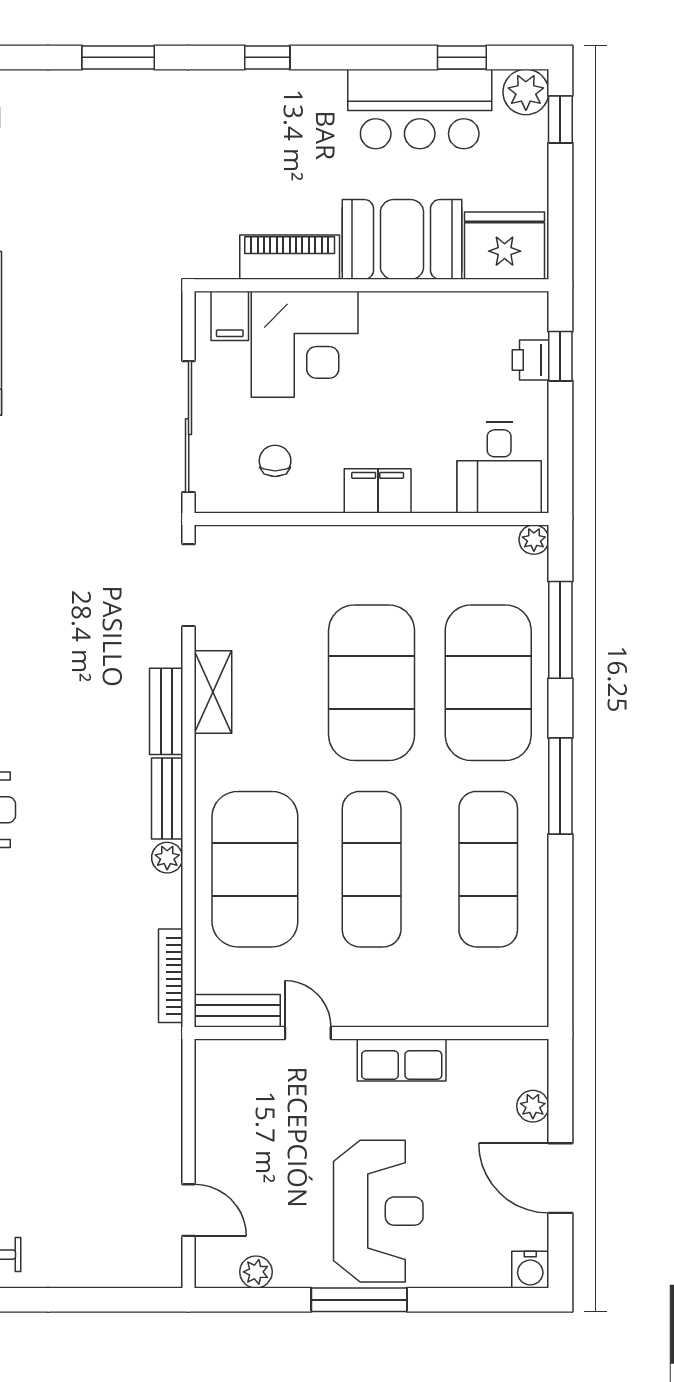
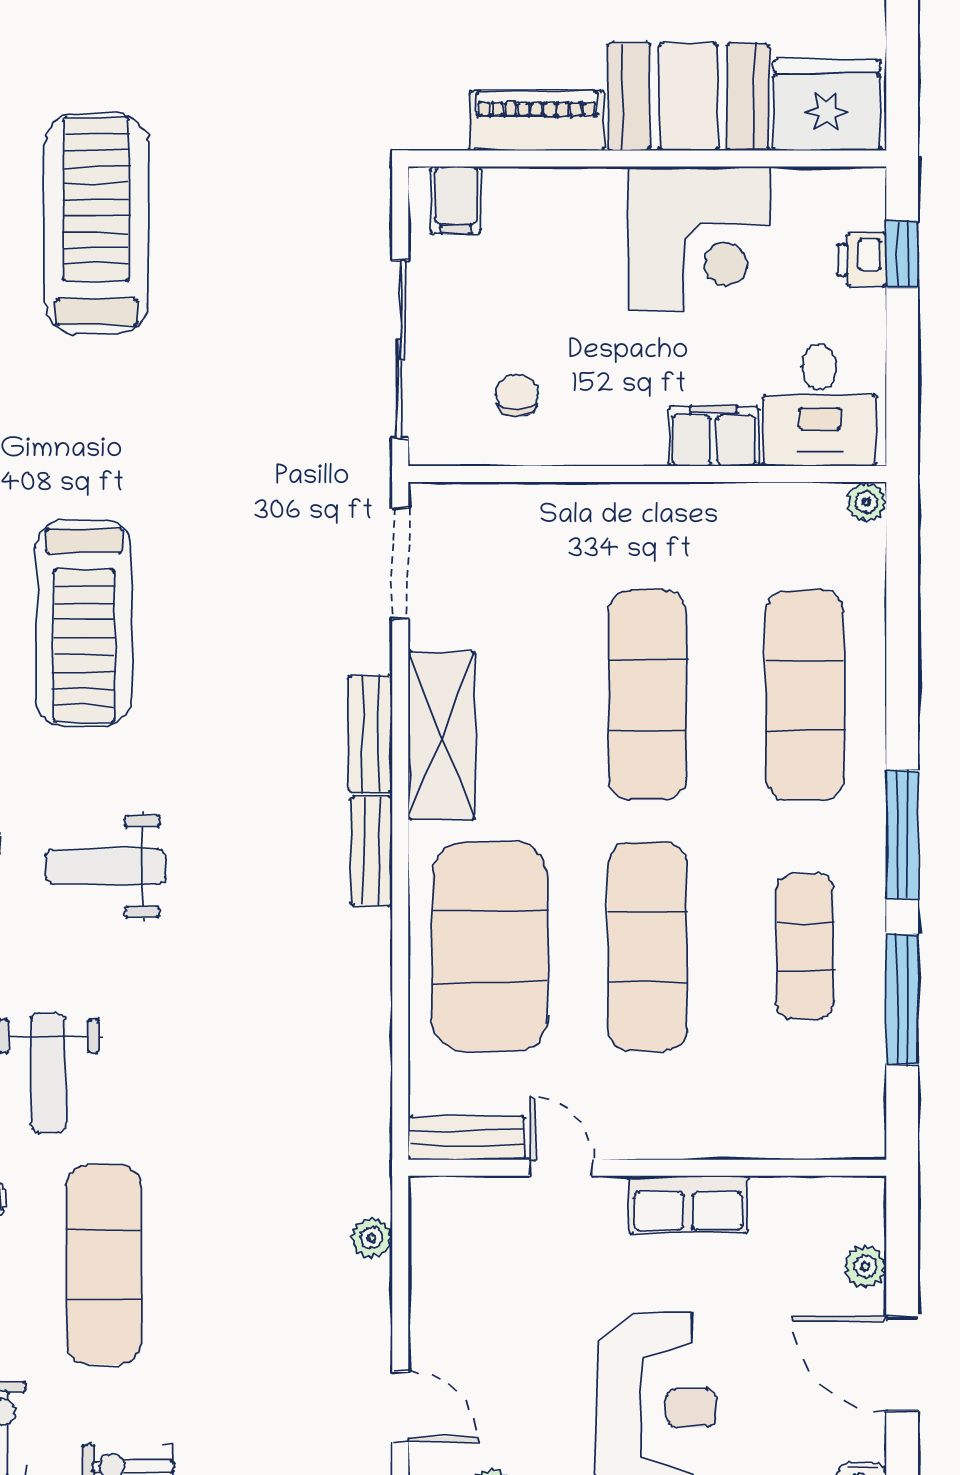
corner desk: (305, 344) -> (700, 238), moved
filing cabinet: (378, 491) -> (714, 436), moved
window: (560, 630) -> (902, 999), moved
exercise mat: (372, 683) -> (647, 695), width x0.68
exercise mat: (488, 683) -> (805, 695), width x0.68
shelving: (213, 692) -> (442, 735), width x1.50, depth x1.33
plant: (167, 858) -> (372, 1238), moved
exercise mat: (488, 869) -> (805, 947), width x0.73, depth x0.69
bookcase: (171, 976) -> (376, 1091), removed

